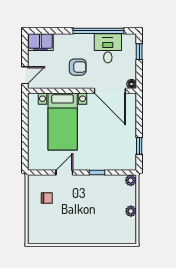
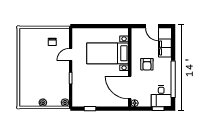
filing cabinet: (40, 42) -> (165, 48), moved
desk: (108, 48) -> (161, 96), moved, turned 90
door: (25, 75) -> (152, 26), moved
door: (110, 91) -> (130, 87), hinge flipped
door: (64, 173) -> (71, 55), swing flipped

